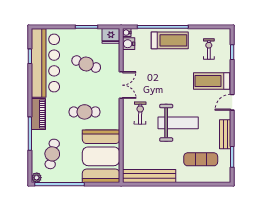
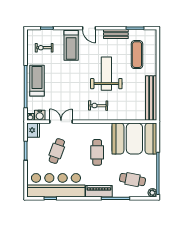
double door: (121, 85) -> (61, 122), moved

